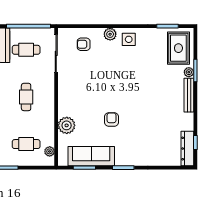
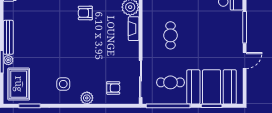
side table: (129, 39) -> (63, 84), moved
fireplace: (63, 104) -> (134, 29), added
armchair: (112, 119) -> (85, 13), turned 90

